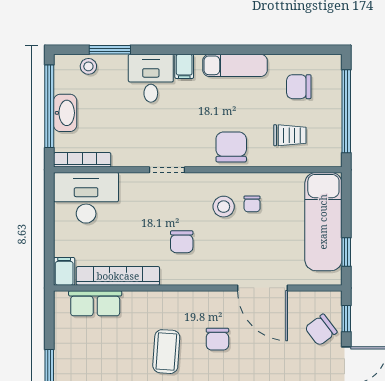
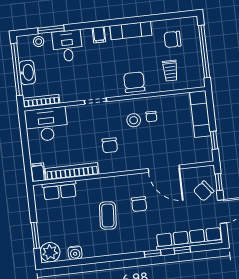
desk: (151, 78) -> (67, 46), moved
trolley: (290, 135) -> (170, 71), turned 90
exam couch: (323, 222) -> (200, 114), width x0.73, depth x0.69

